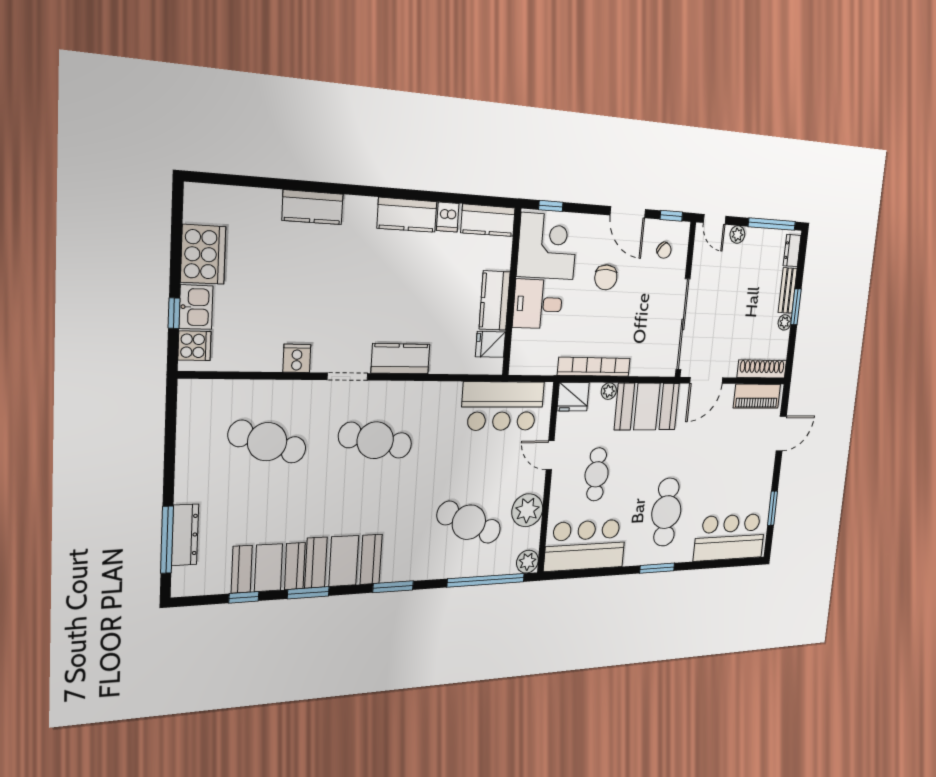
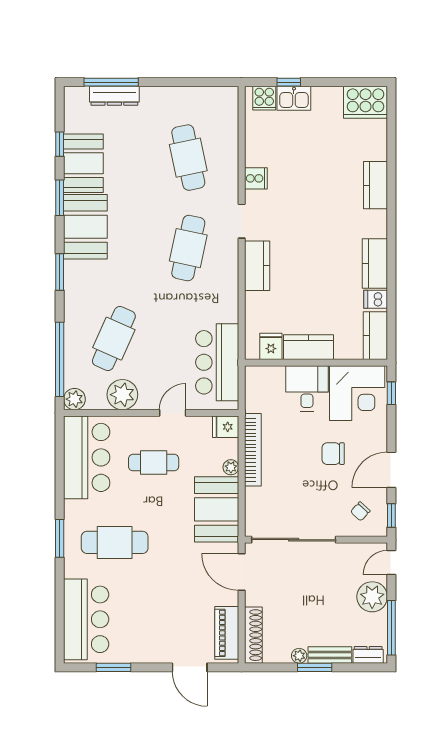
plant: (737, 235) -> (372, 597), width x1.87, depth x1.87
cooker: (203, 254) -> (366, 102), moved
fridge: (573, 397) -> (226, 427), width x0.72
cafe table: (267, 442) -> (188, 158), turned -30

